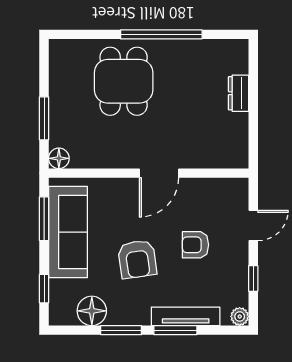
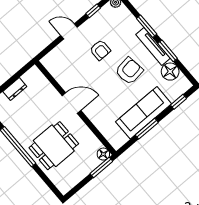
floor lamp: (59, 158) -> (103, 154), moved
wall: (149, 173) -> (75, 108), moved
door: (159, 173) -> (71, 103), moved
tv unit: (186, 316) -> (153, 46), moved

